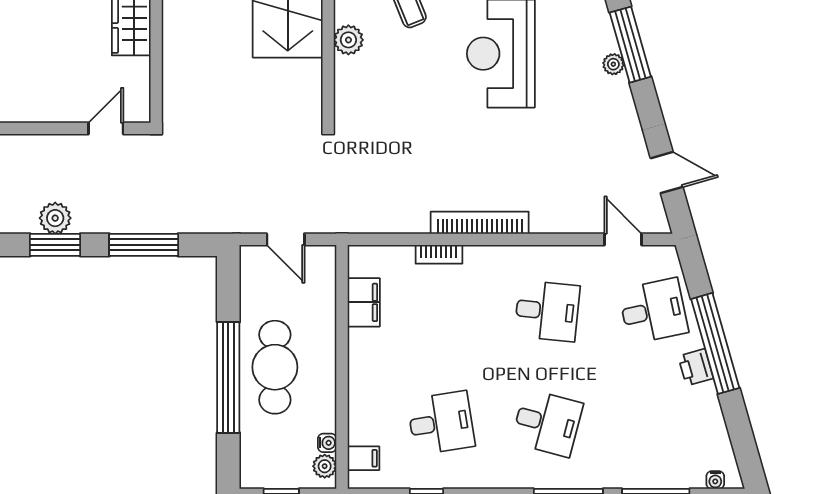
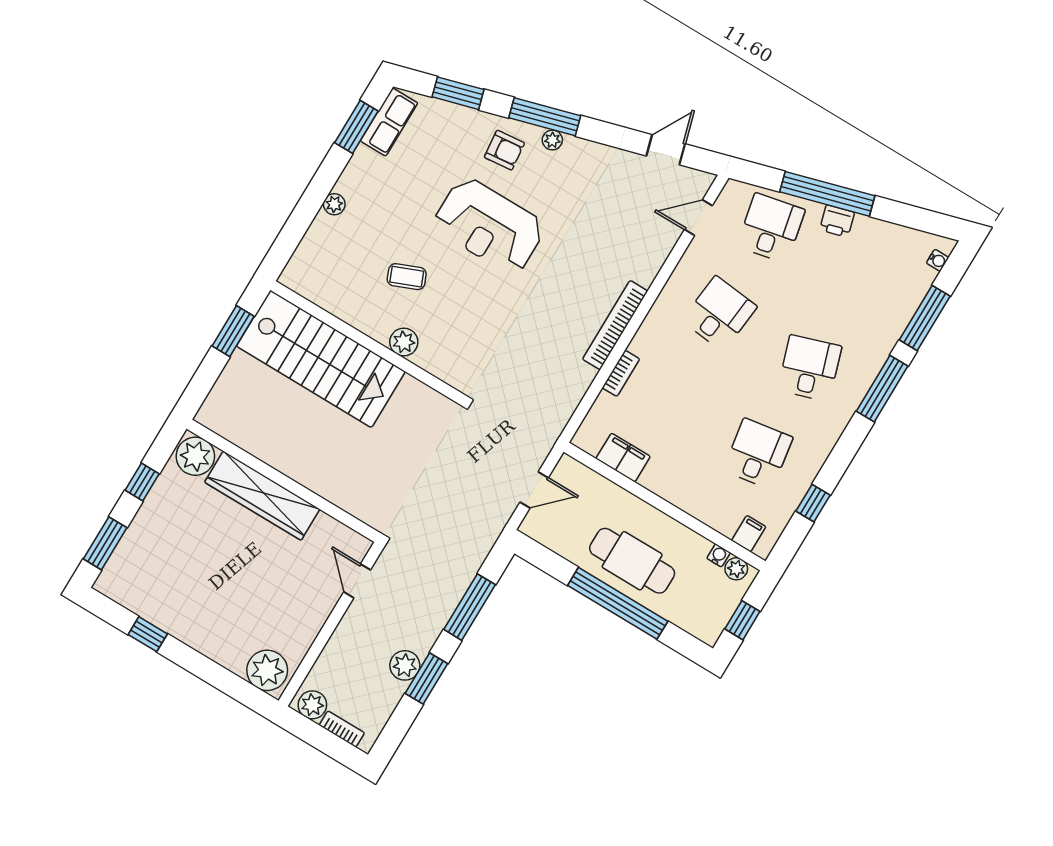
armchair: (578, 26) -> (504, 150), added
desk: (547, 423) -> (810, 368), turned -33

